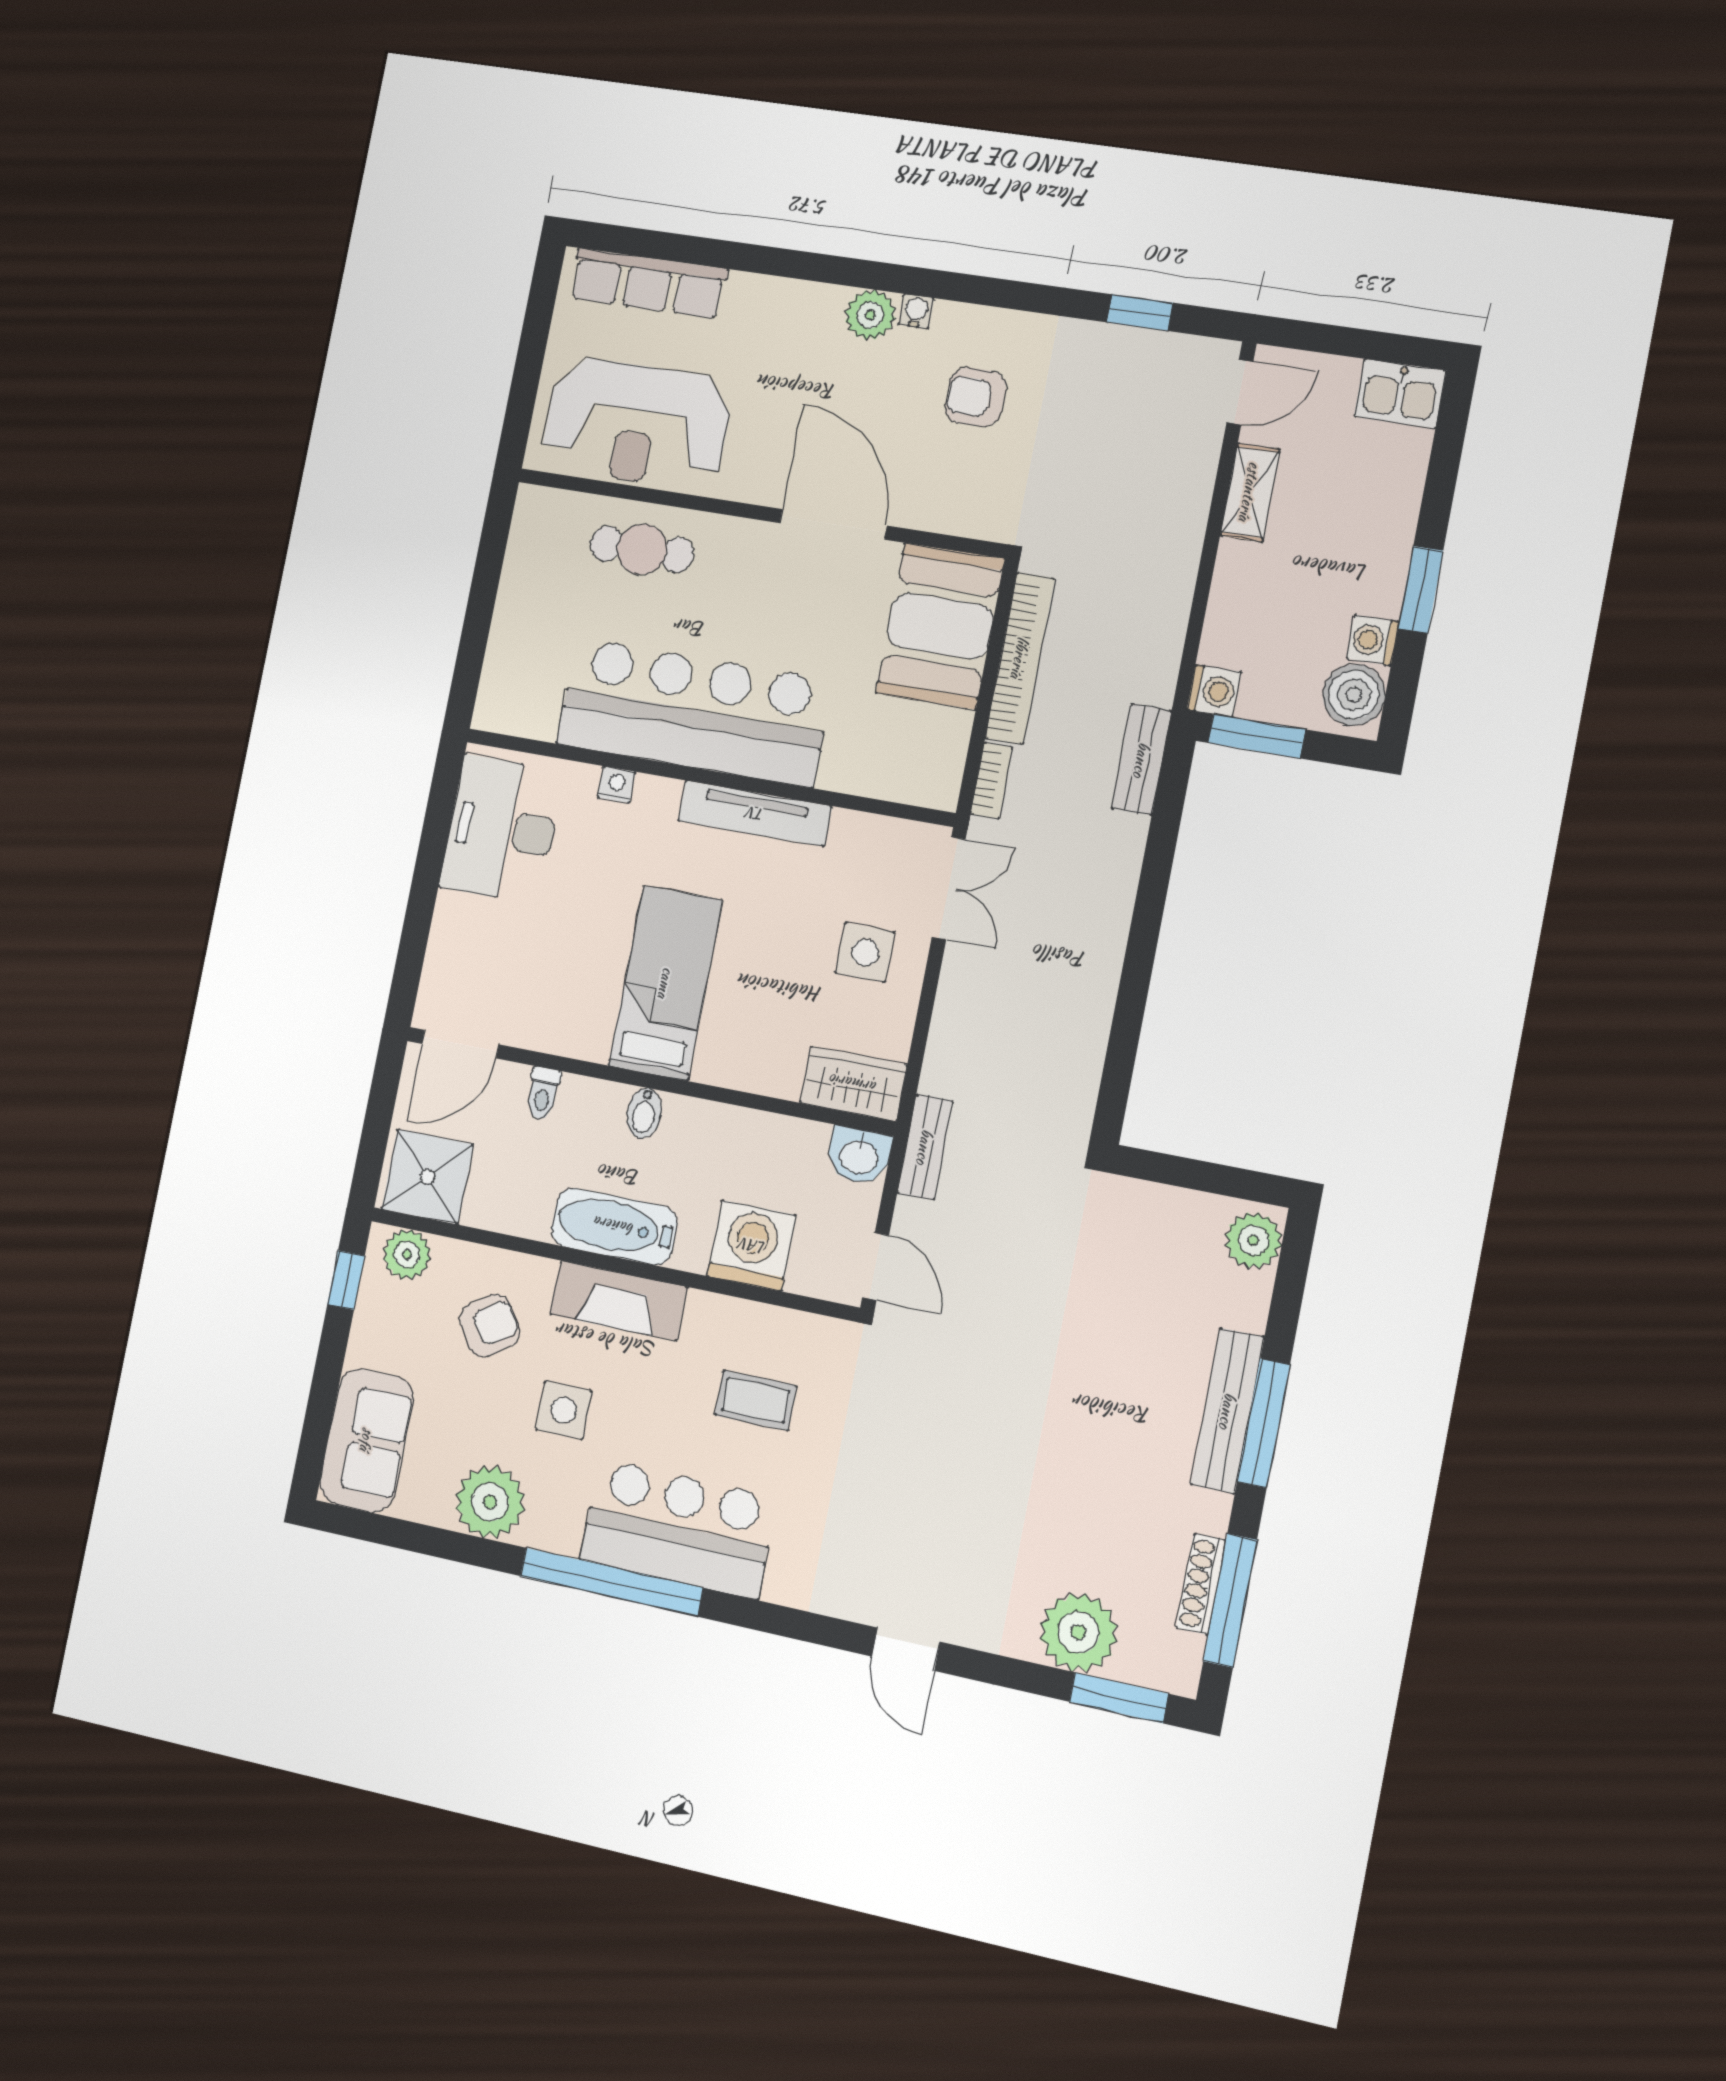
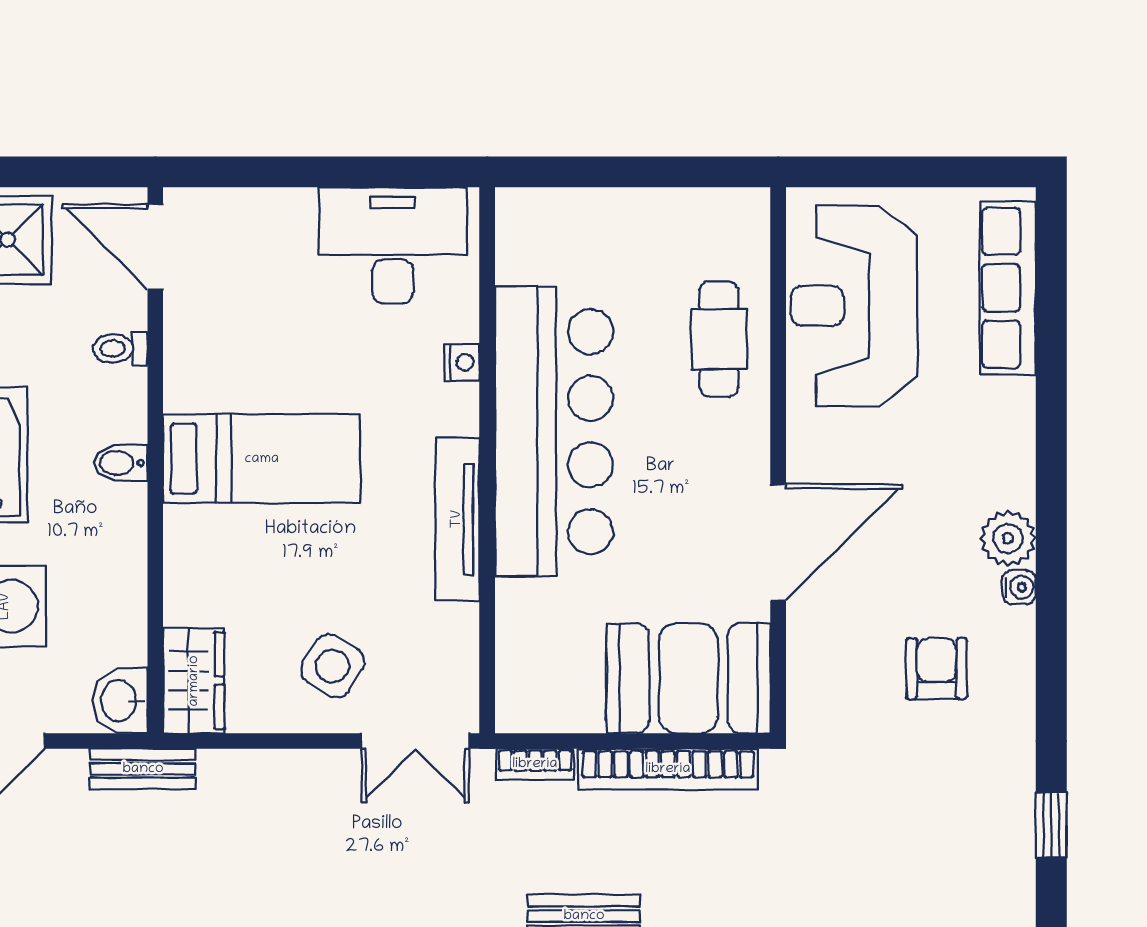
side table: (865, 952) -> (332, 666), turned 32

